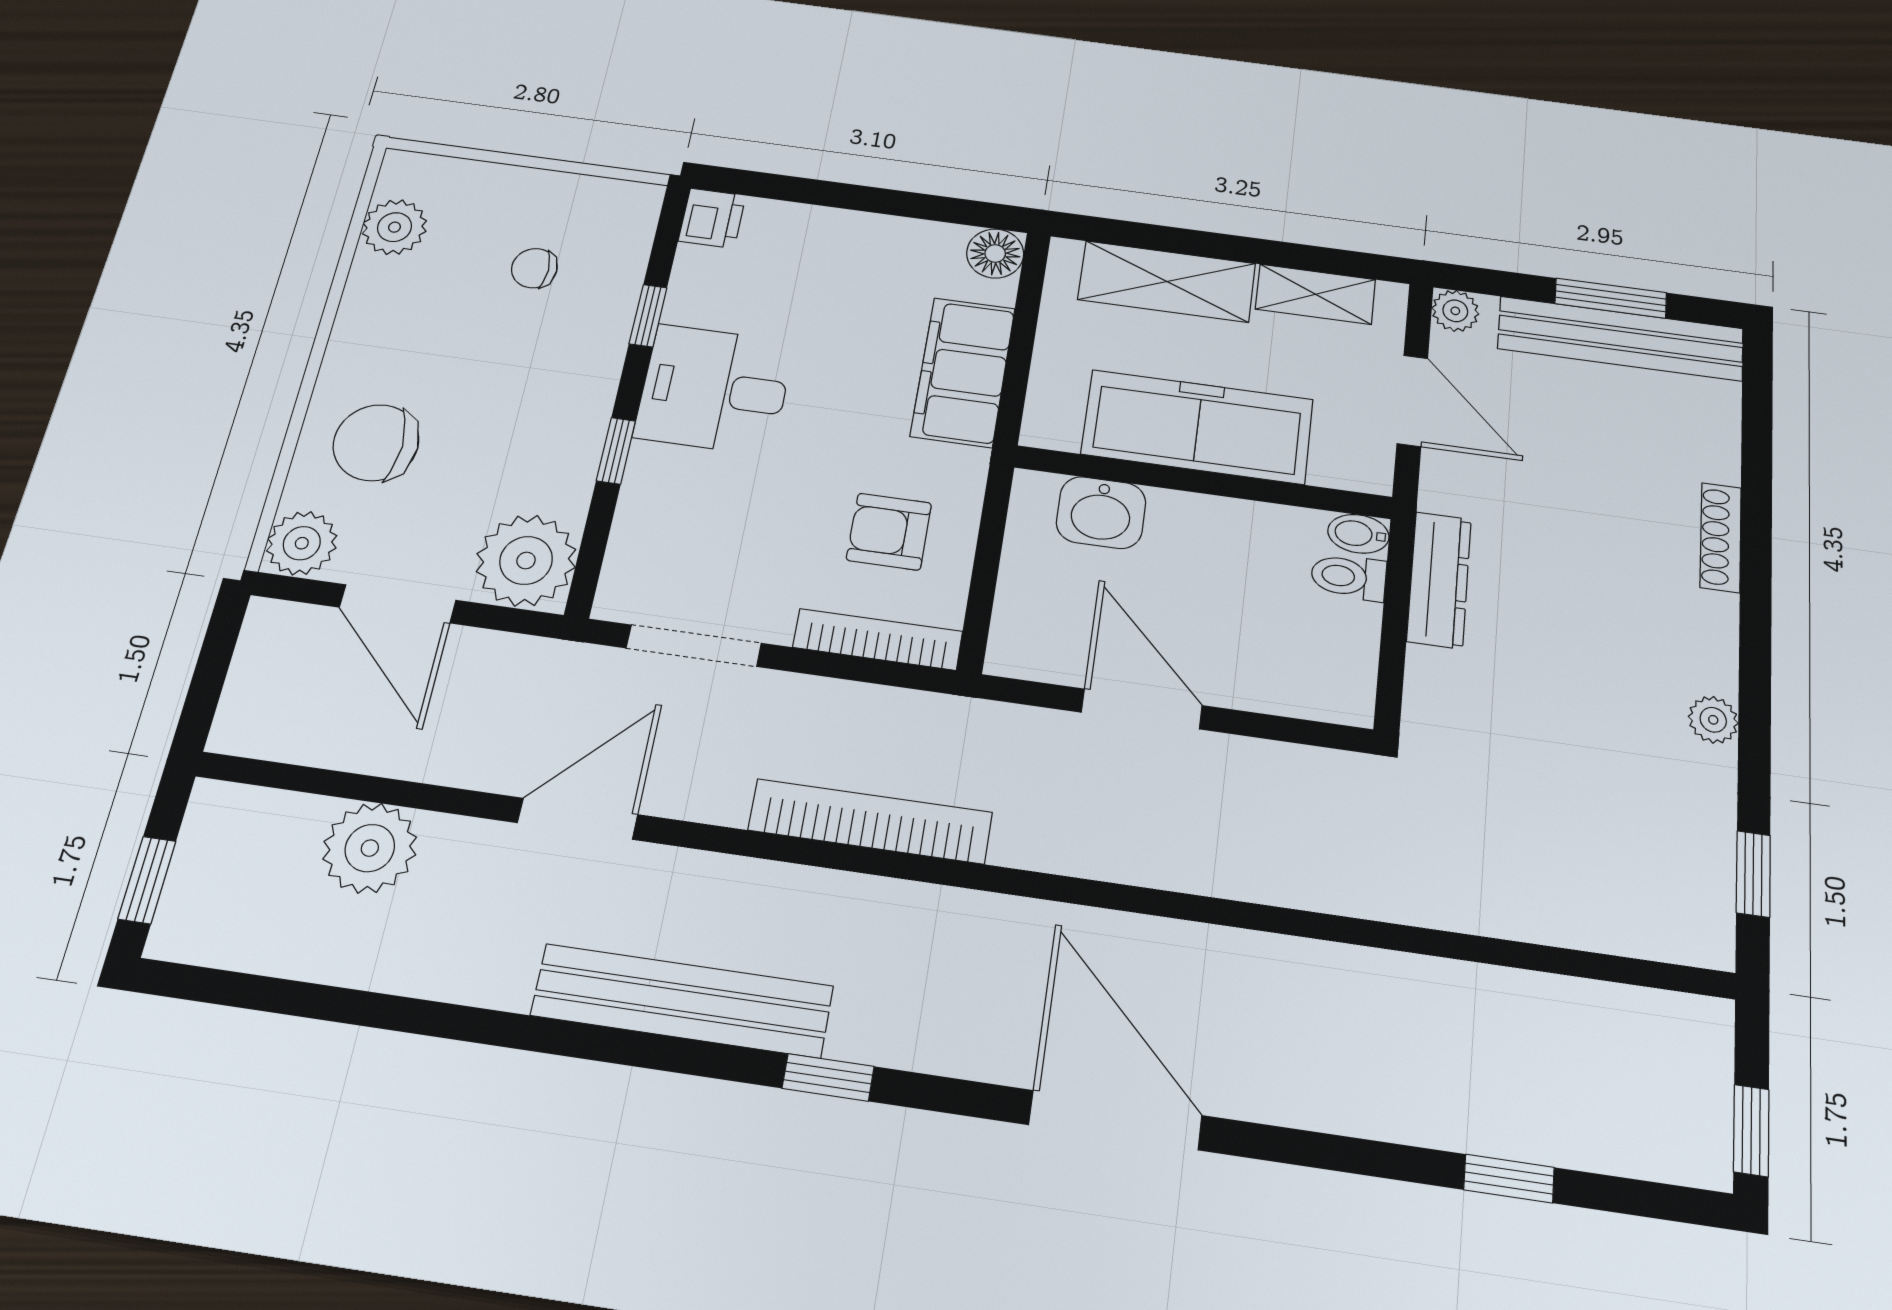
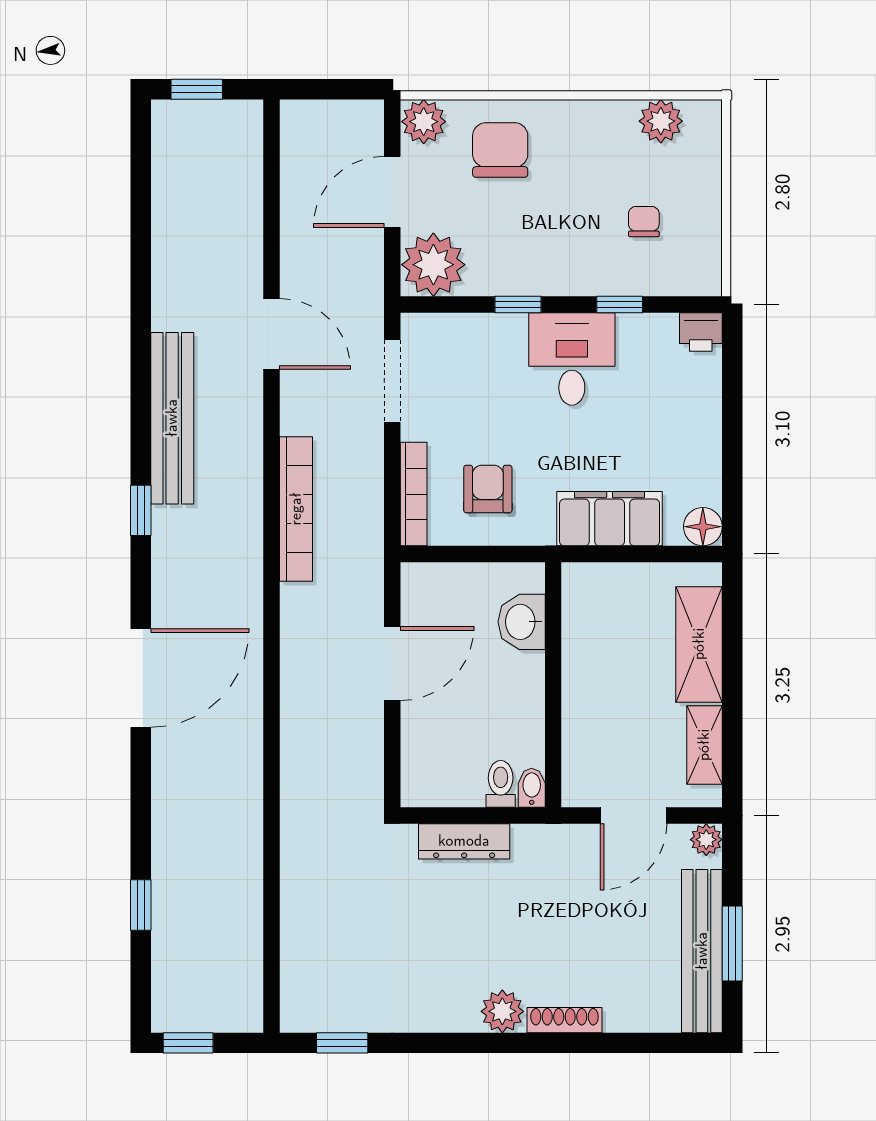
freezer: (1197, 427) -> (593, 677), removed
dresser: (1439, 580) -> (464, 841), moved
plant: (1713, 720) -> (502, 1011), moved, width x1.38, depth x1.38
plant: (370, 848) -> (235, 215), removed

